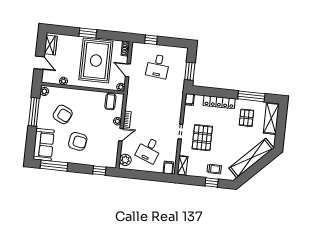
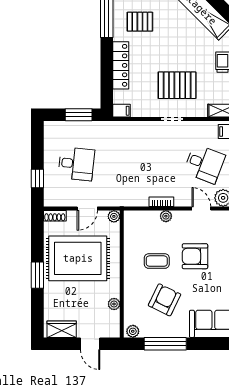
door: (39, 63) -> (90, 344), swing flipped
coffee table: (110, 102) -> (157, 261), moved
door: (121, 135) -> (201, 208), moved
armchair: (78, 141) -> (195, 256), moved, turned -100

